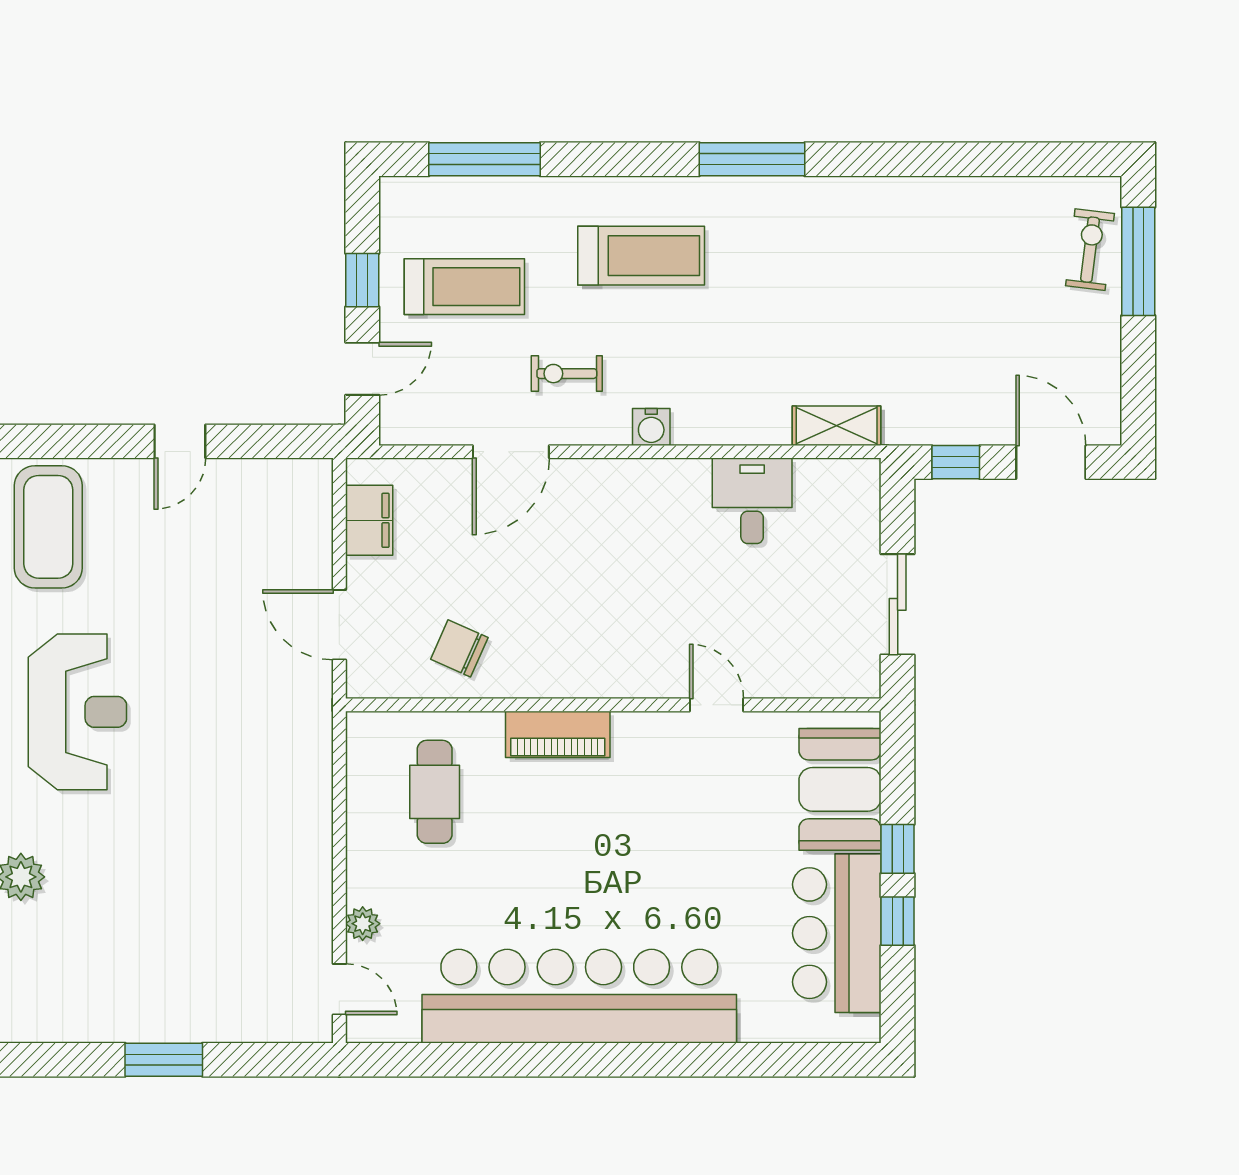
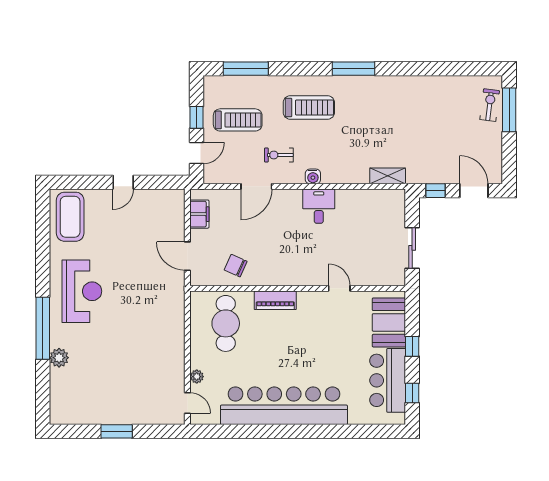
desk: (752, 501) -> (319, 206), moved
cafe table: (435, 792) -> (226, 323), width x1.37, depth x1.35
window: (898, 921) -> (412, 393), moved

